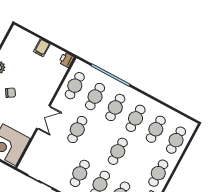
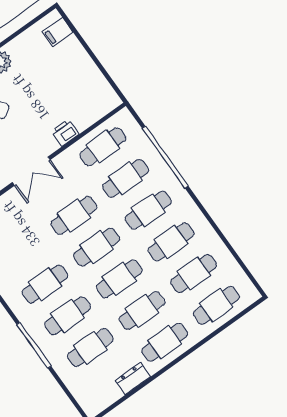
filing cabinet: (42, 48) -> (58, 32), moved
printer: (66, 60) -> (65, 133), moved
cafe table: (98, 140) -> (97, 247), added
cafe table: (138, 162) -> (142, 311), added

